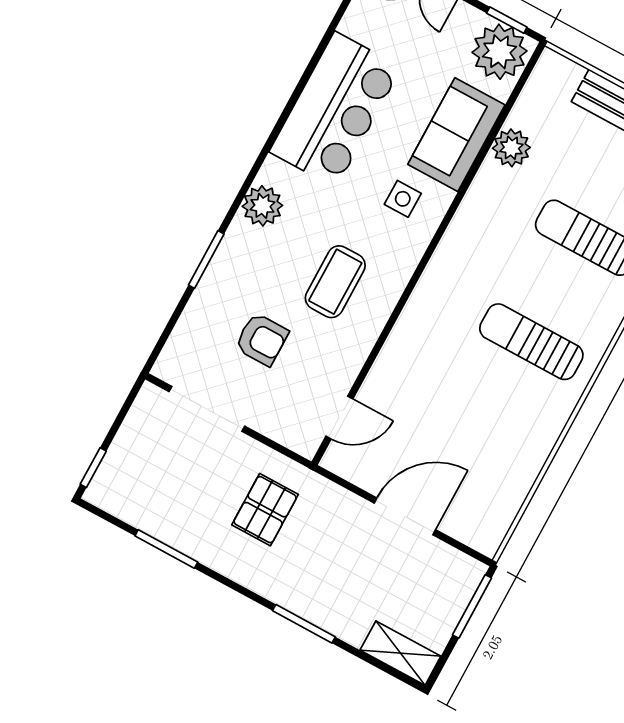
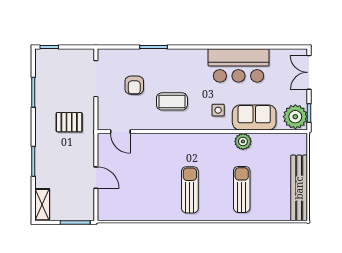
plant: (511, 148) -> (243, 141), moved
plant: (262, 206) -> (186, 57), removed
door: (405, 516) -> (96, 178), width x0.73

